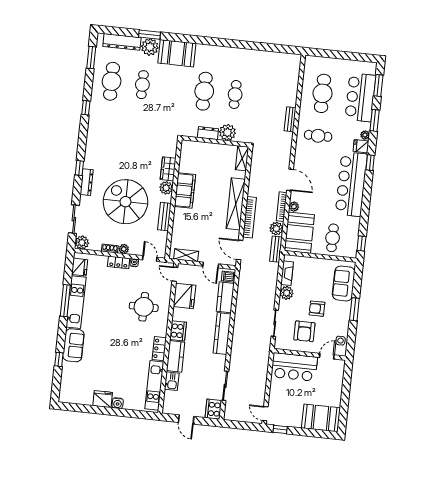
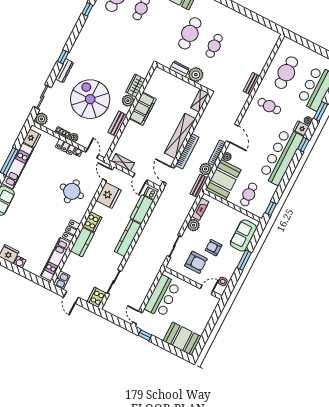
armchair: (304, 331) -> (196, 262), turned -90
bar counter: (294, 367) -> (162, 297), moved, turned -90
kitchen sink: (172, 381) -> (62, 280), moved

